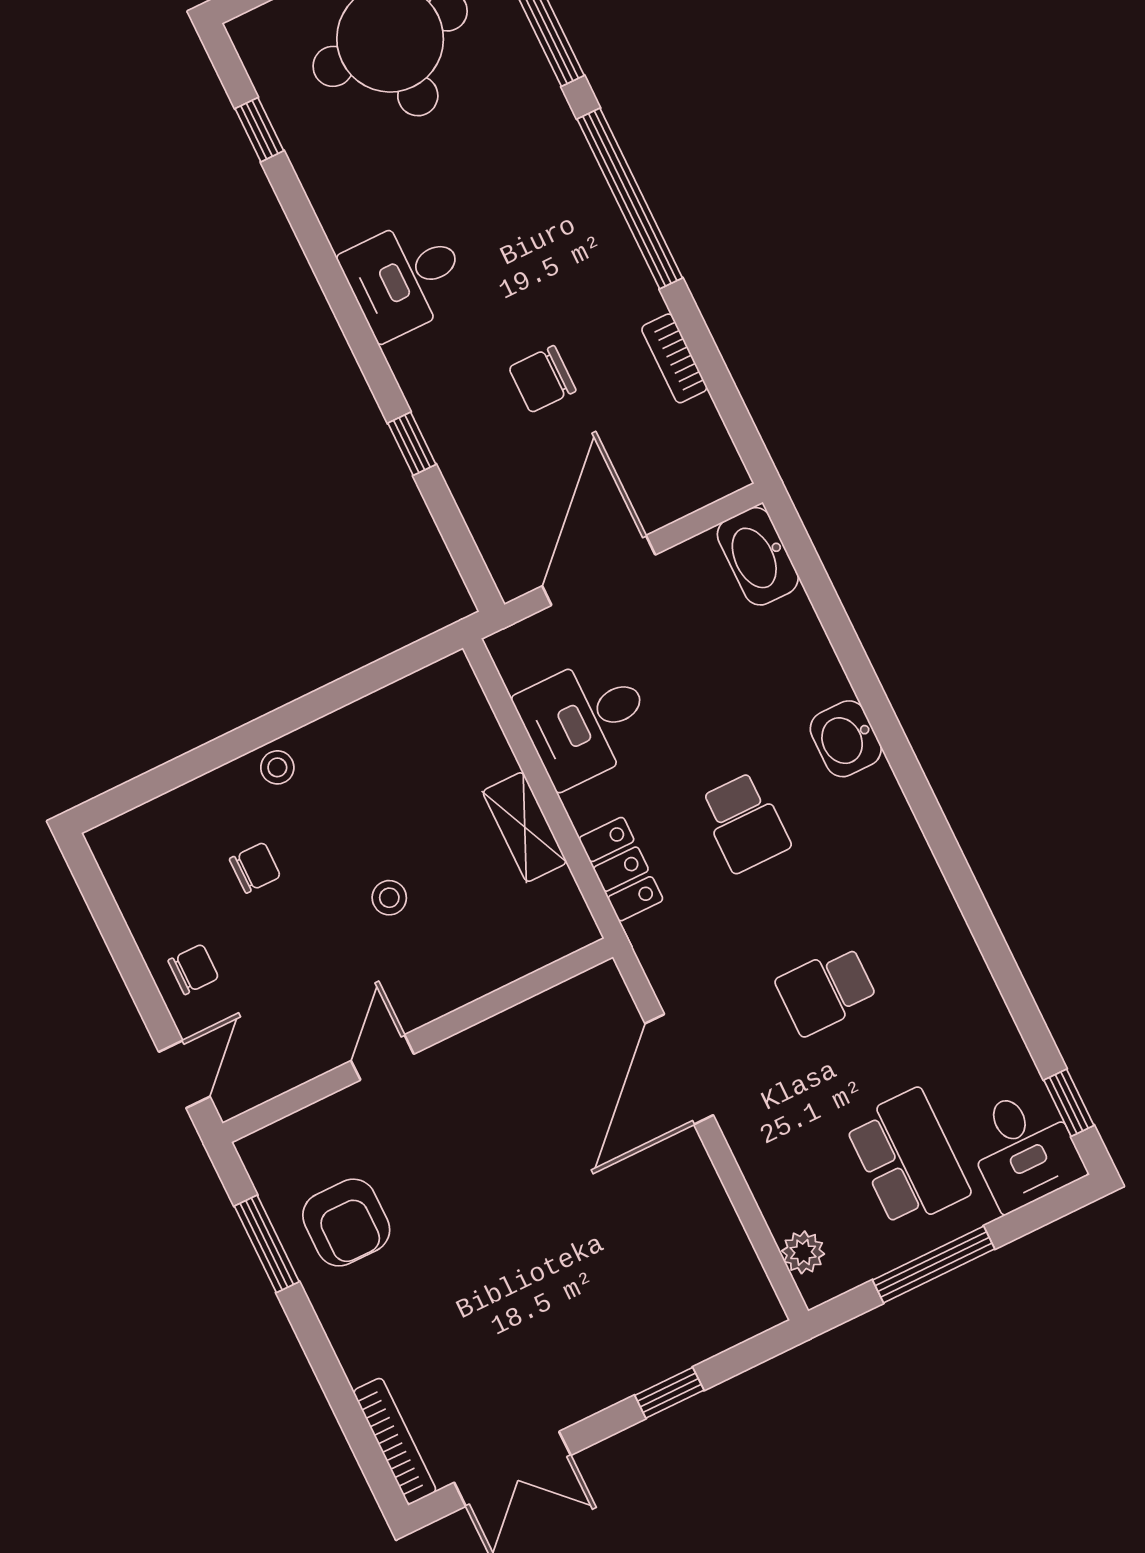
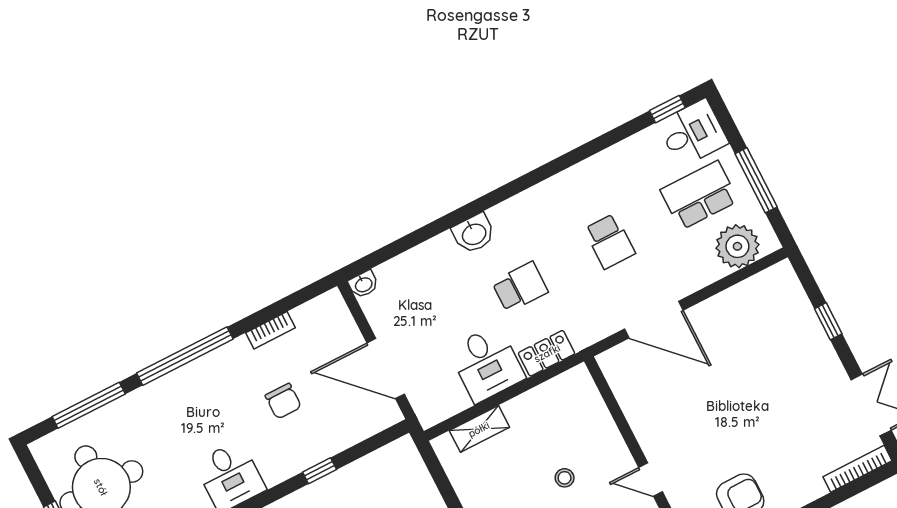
washbasin: (758, 556) -> (363, 284), width x0.52, depth x0.69
desk: (586, 720) -> (487, 364), moved
shelving: (525, 827) -> (479, 429), moved
plant: (803, 1252) -> (737, 246), width x1.87, depth x1.87

